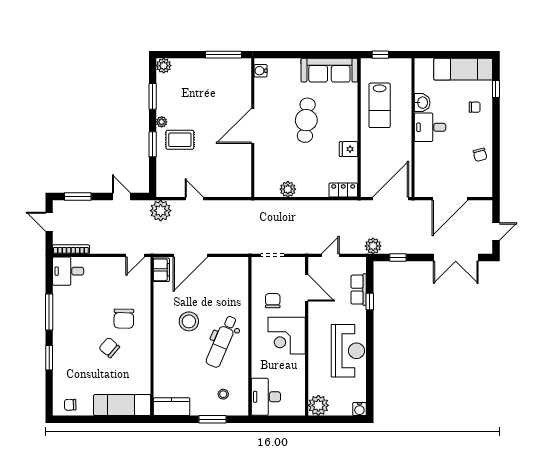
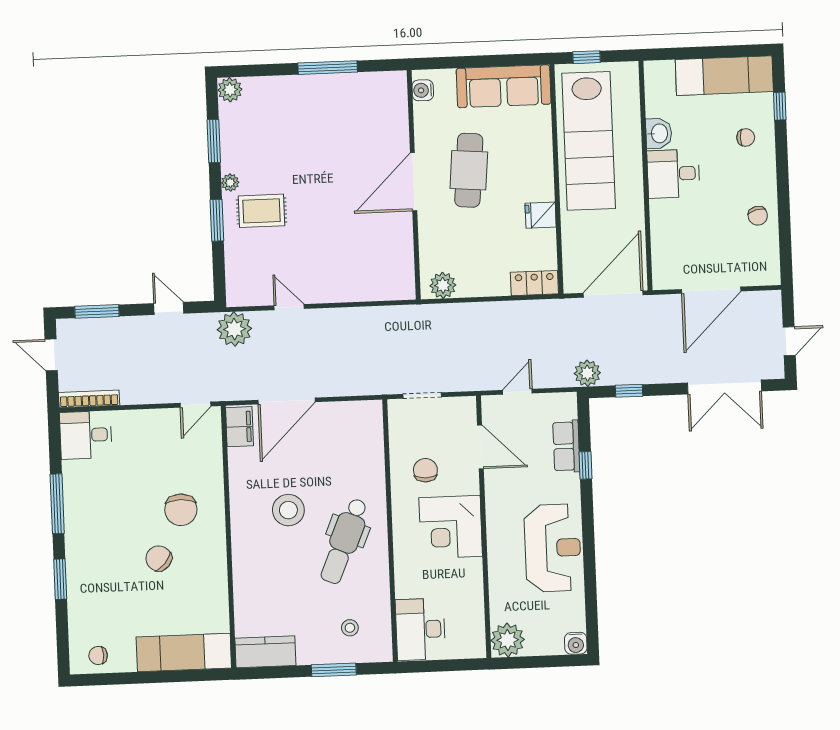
water cooler: (260, 71) -> (423, 90), moved
lab bench: (380, 105) -> (589, 141), width x1.86, depth x1.39
door: (253, 126) -> (414, 182), moved
wall: (253, 128) -> (414, 185), moved

